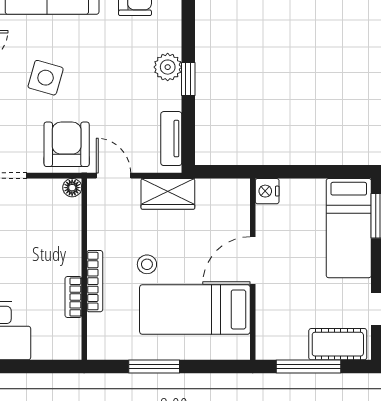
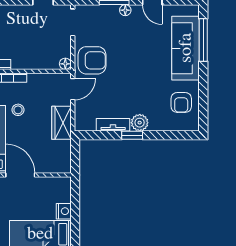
side table: (46, 78) -> (133, 47), removed
tv unit: (171, 139) -> (113, 125), moved
nightstand: (267, 191) -> (64, 211), moved, turned 90

